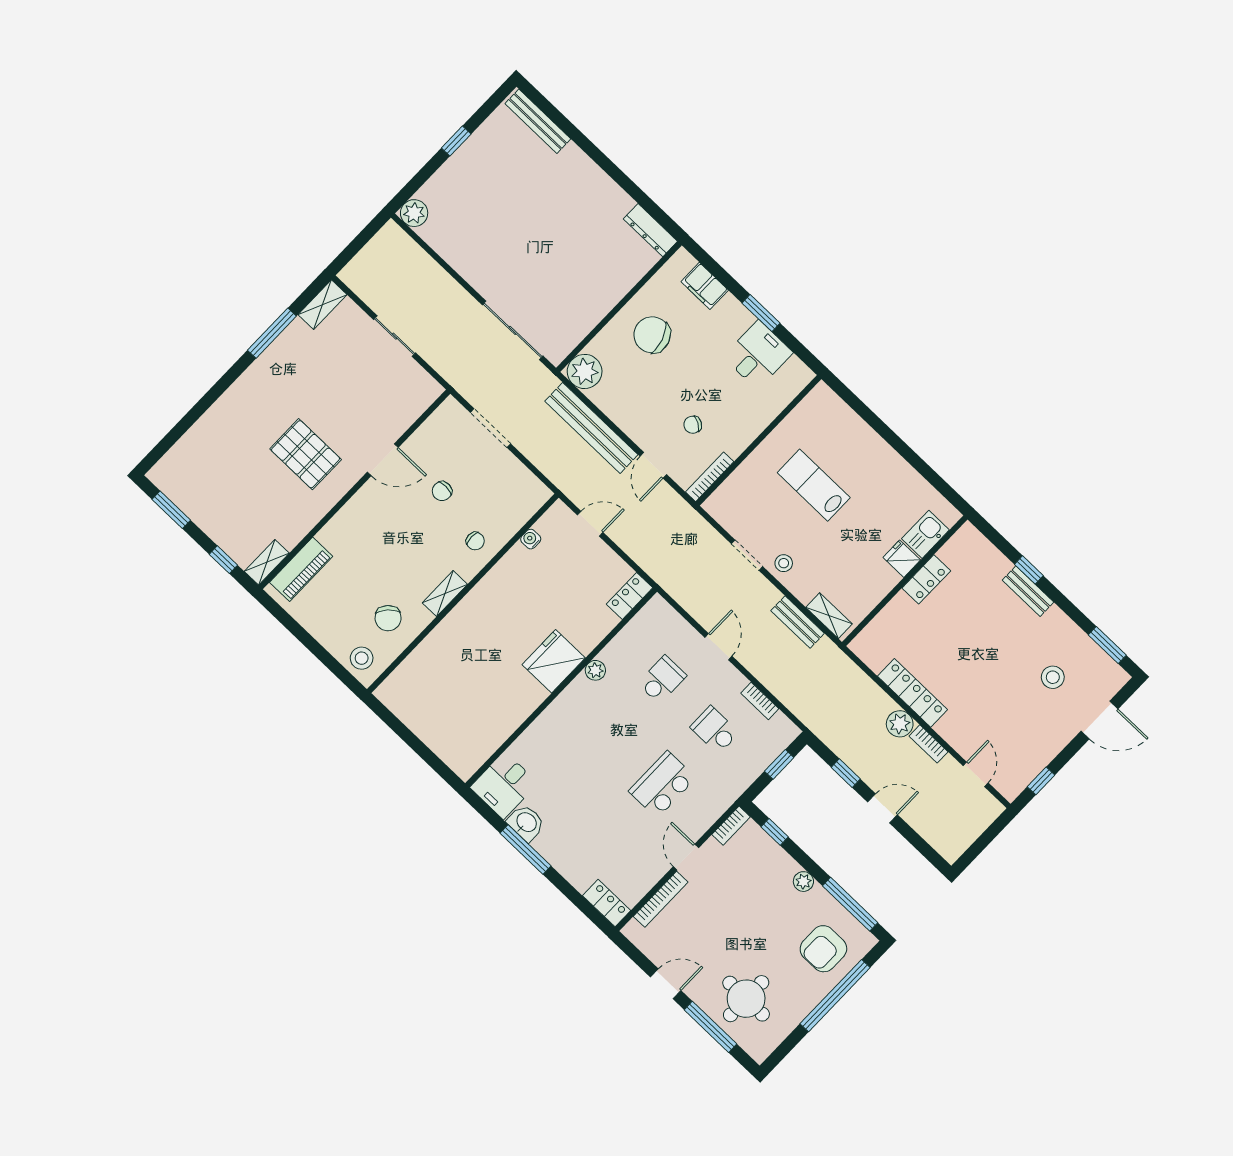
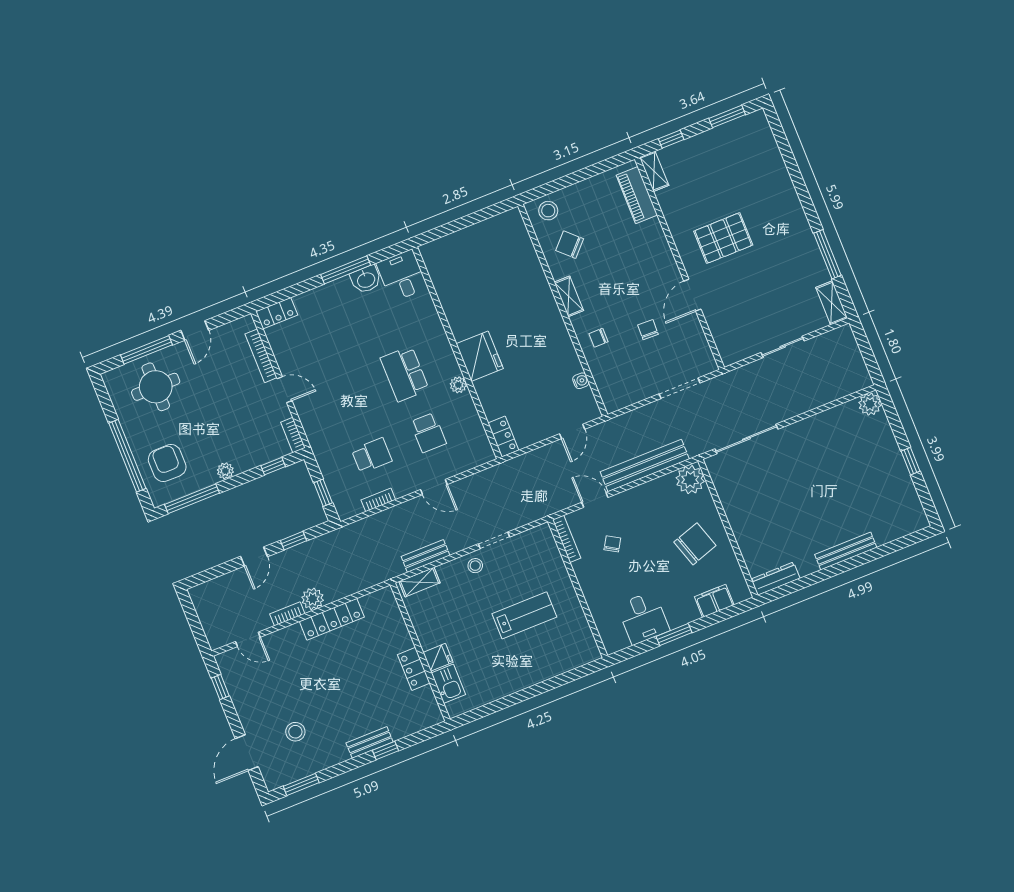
bench: (538, 121) -> (846, 551), moved
school desk: (662, 785) -> (405, 374), moved, turned 180

